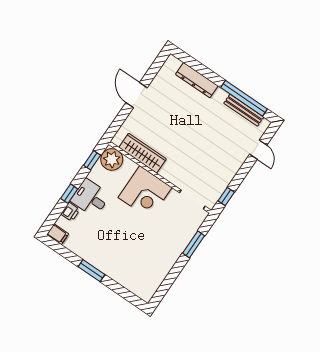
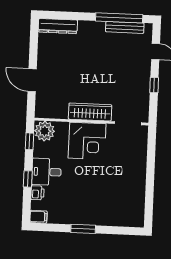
dresser: (197, 80) -> (58, 26), moved
door: (136, 95) -> (32, 80), moved
wardrobe: (143, 153) -> (90, 112), moved
window: (226, 196) -> (154, 85), moved
window: (194, 244) -> (151, 158), removed

